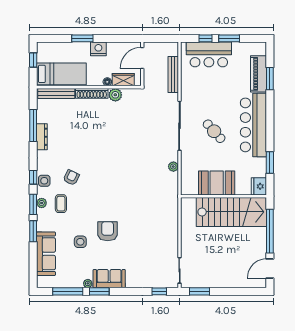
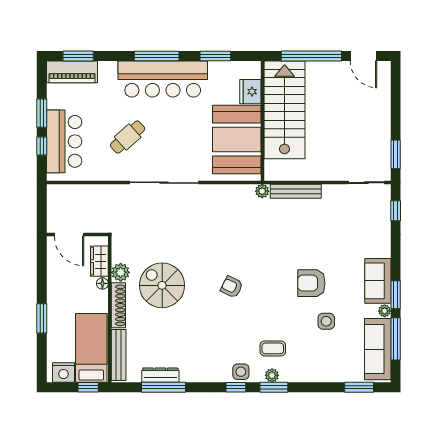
nightstand: (98, 49) -> (63, 372), moved, turned -90
window: (33, 60) -> (88, 387), moved
piano: (259, 74) -> (72, 72), moved
bench: (173, 75) -> (296, 191), moved
window: (270, 79) -> (78, 56), moved
window: (270, 121) -> (157, 56), added
spiral stairs: (106, 124) -> (162, 285), added
cafe table: (214, 131) -> (128, 137), moved
dresser: (42, 137) -> (160, 375), moved
plant: (173, 167) -> (262, 191), moved
armchair: (71, 178) -> (232, 287), moved
booth: (217, 183) -> (237, 139), width x1.36, depth x1.42
fridge: (259, 186) -> (250, 92), moved, turned 90
window: (33, 231) -> (359, 387), moved
sofa: (46, 254) -> (378, 349), moved, turned -90

